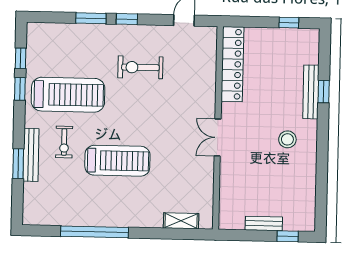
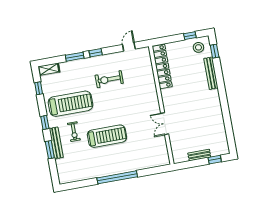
window: (20, 89) -> (45, 122), moved
window: (324, 92) -> (215, 51), moved
double door: (218, 138) -> (165, 124), moved
stool: (287, 139) -> (198, 47), moved
shelving: (181, 221) -> (49, 69), moved
window: (94, 232) -> (117, 177), moved

